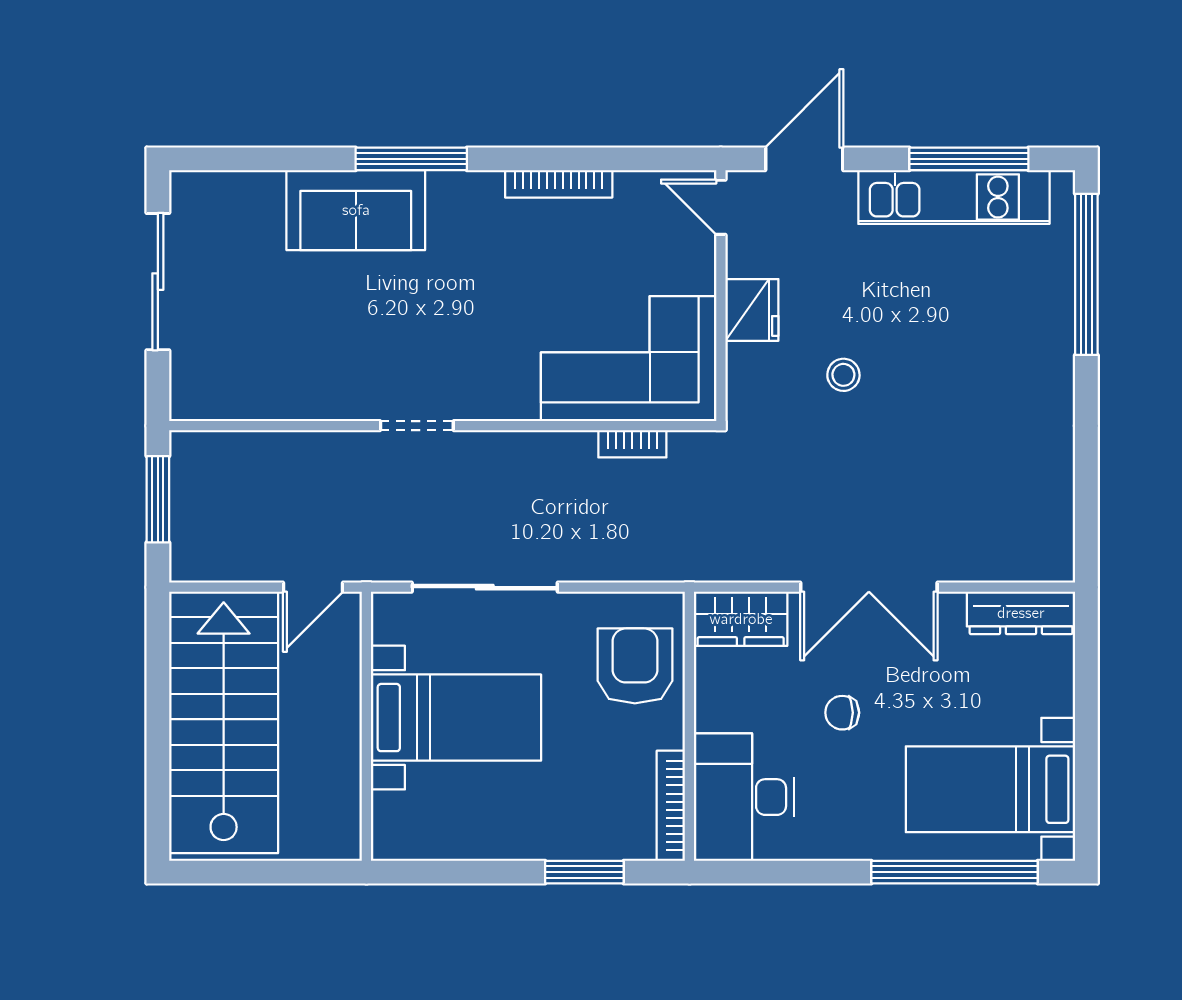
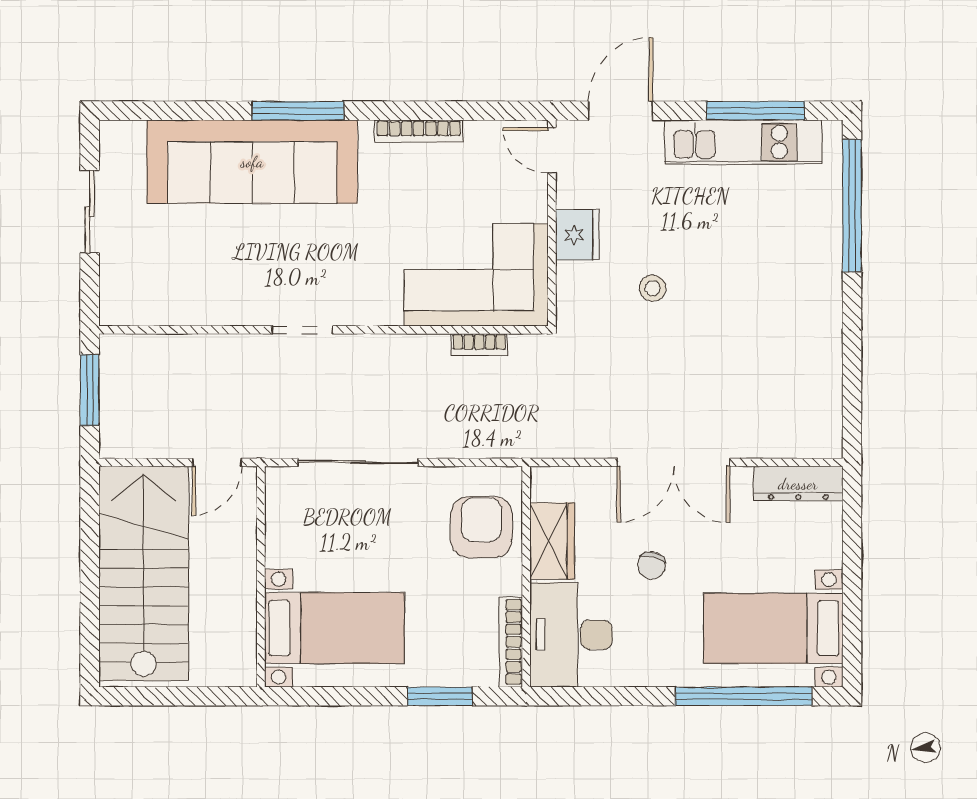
sofa: (356, 210) -> (252, 162), width x1.85, depth x1.27
sliding door: (158, 282) -> (90, 211), width x0.73
wardrobe: (741, 619) -> (552, 541), moved, turned -90
chair: (842, 713) -> (652, 565), turned -75
bed with nightstands: (456, 718) -> (334, 628), moved

